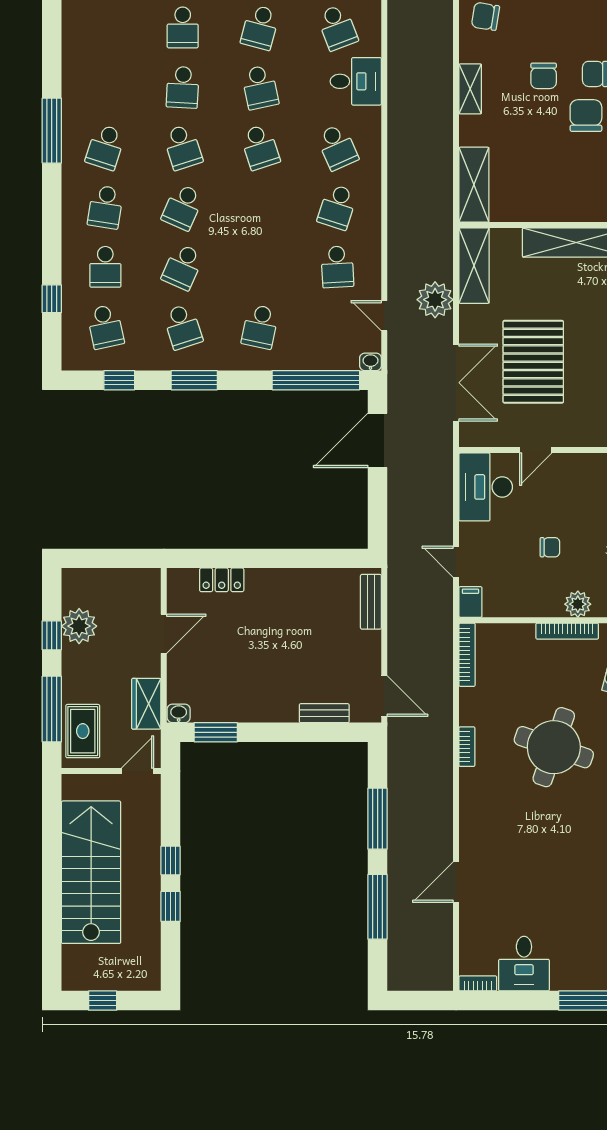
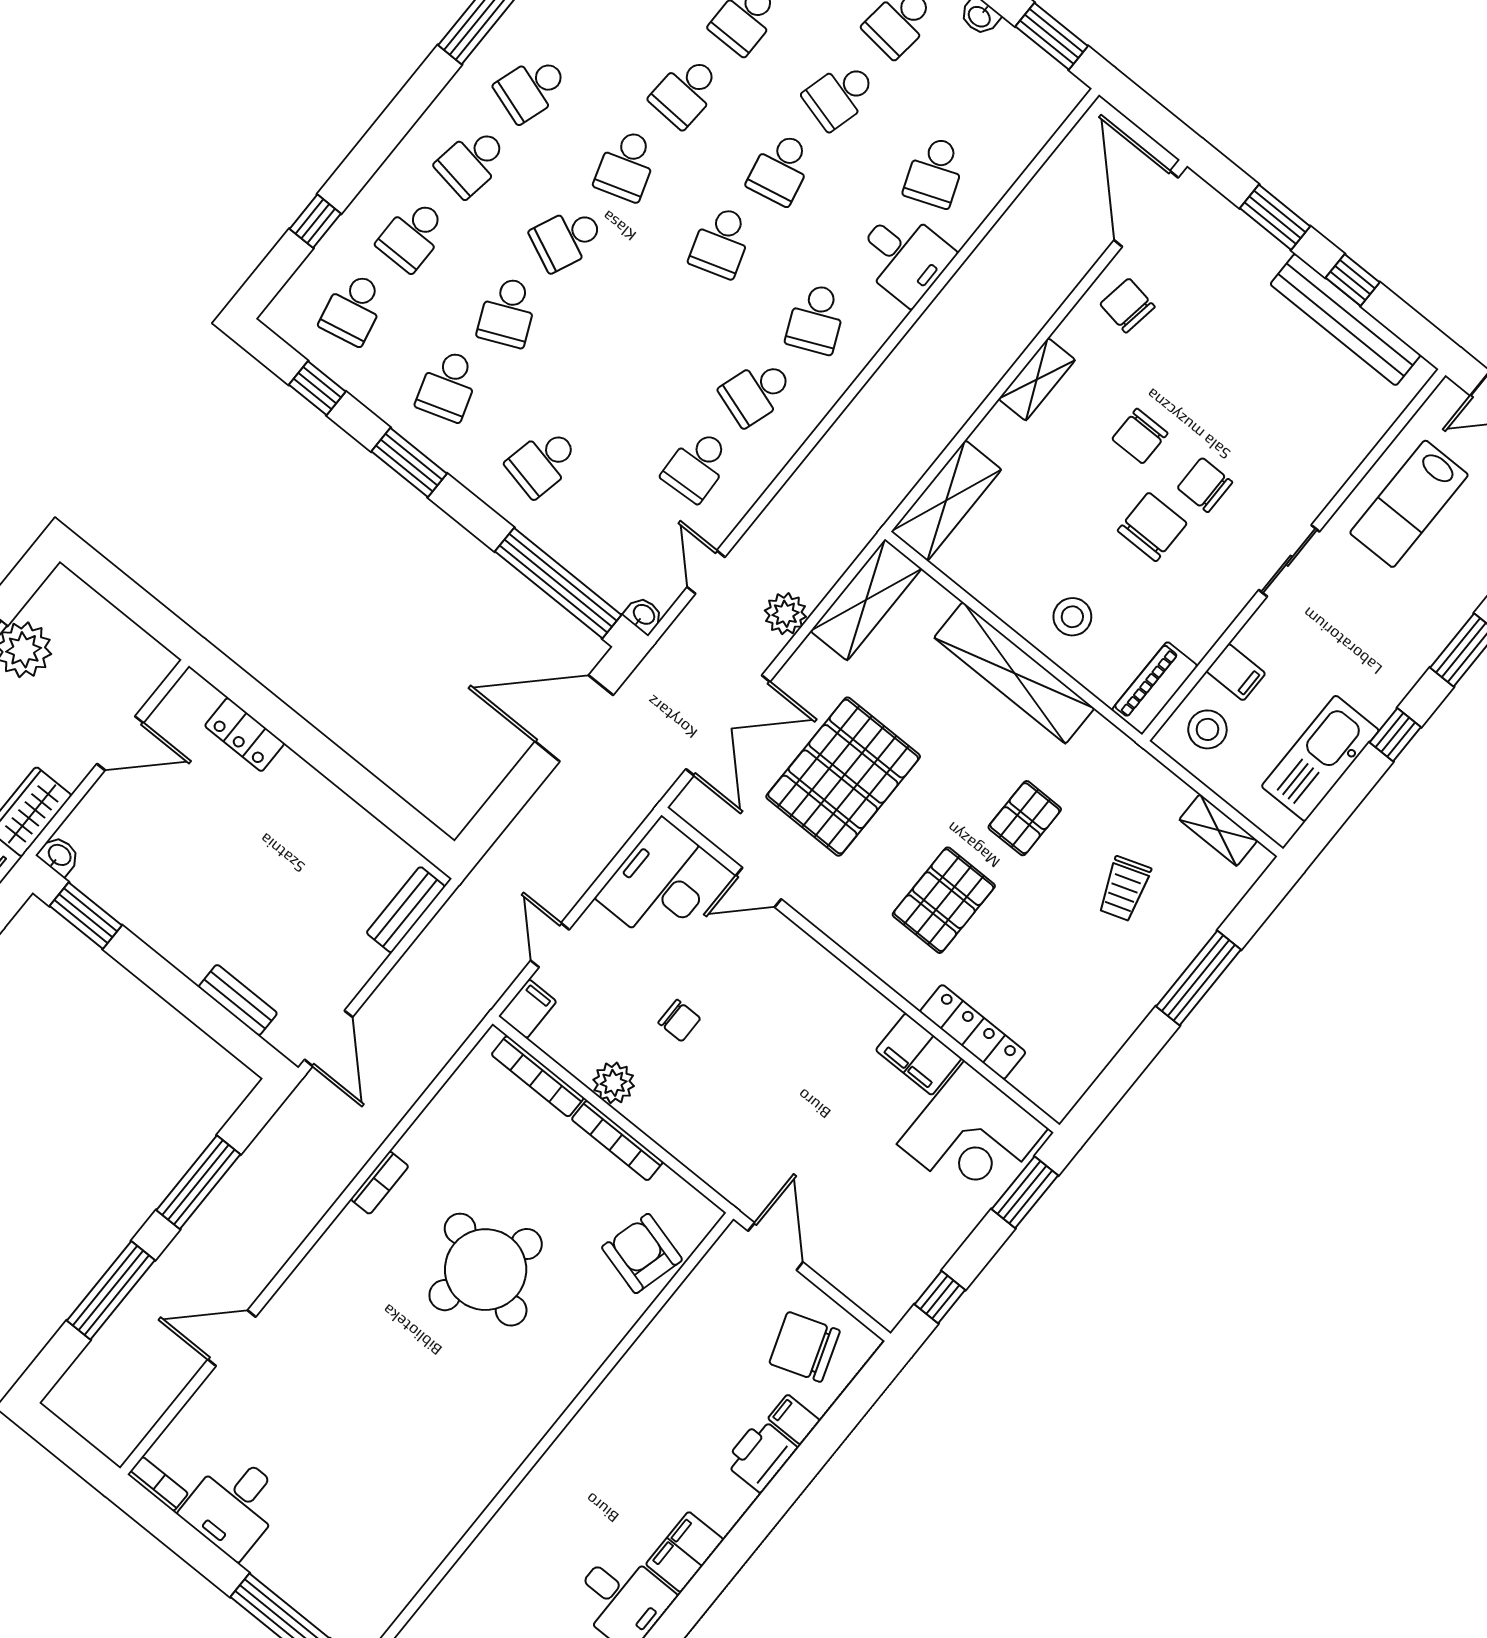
stool: (582, 192) -> (1072, 617), added
school desk: (183, 267) -> (508, 312), turned -48
plant: (435, 300) -> (785, 614), width x0.73, depth x0.73
plant: (578, 604) -> (614, 1083), moved
bookcase: (467, 655) -> (538, 1076), moved, turned 90

